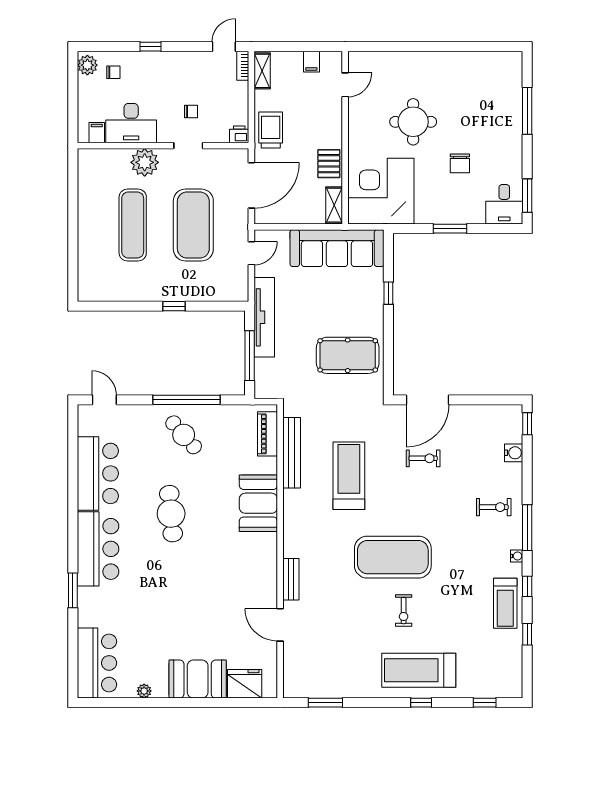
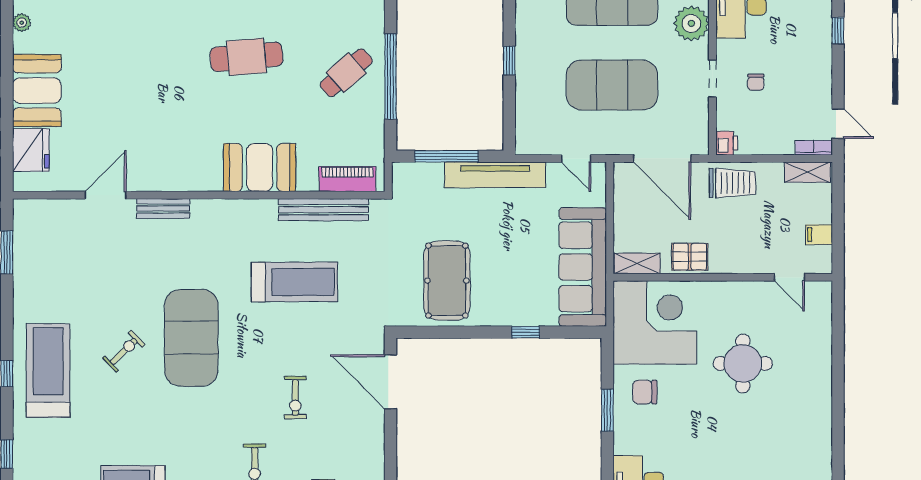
chair: (460, 163) -> (645, 392), moved
exercise bike: (423, 458) -> (295, 397), moved
exercise bike: (404, 611) -> (124, 351), turned 136

